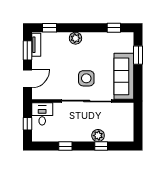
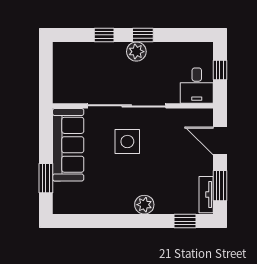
window: (114, 28) -> (84, 221), removed
door: (27, 79) -> (220, 141), hinge flipped
plant: (98, 136) -> (136, 52), moved
window: (65, 146) -> (143, 35), moved

